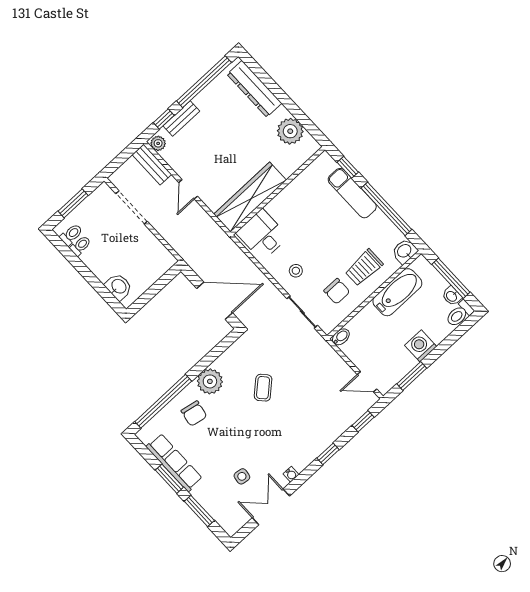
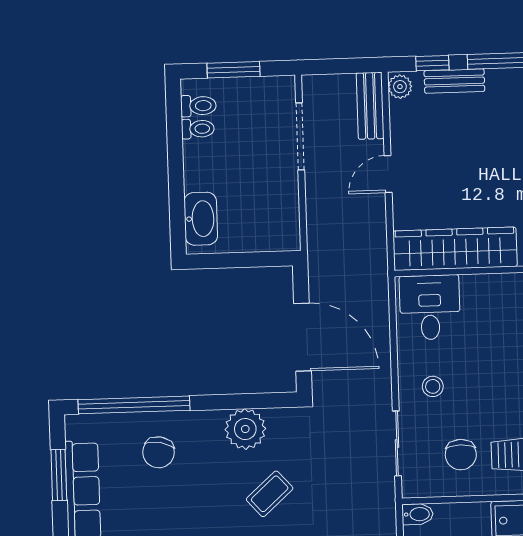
washbasin: (118, 287) -> (201, 219), width x1.38
plant: (210, 381) -> (245, 429), moved
window: (169, 479) -> (59, 475), moved

